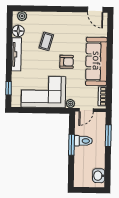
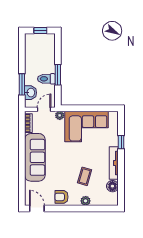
plant: (22, 16) -> (86, 201), moved
armchair: (67, 62) -> (61, 197), moved
window: (9, 88) -> (121, 142), moved
washbasin: (99, 176) -> (31, 93), moved
window: (88, 190) -> (40, 30), added

